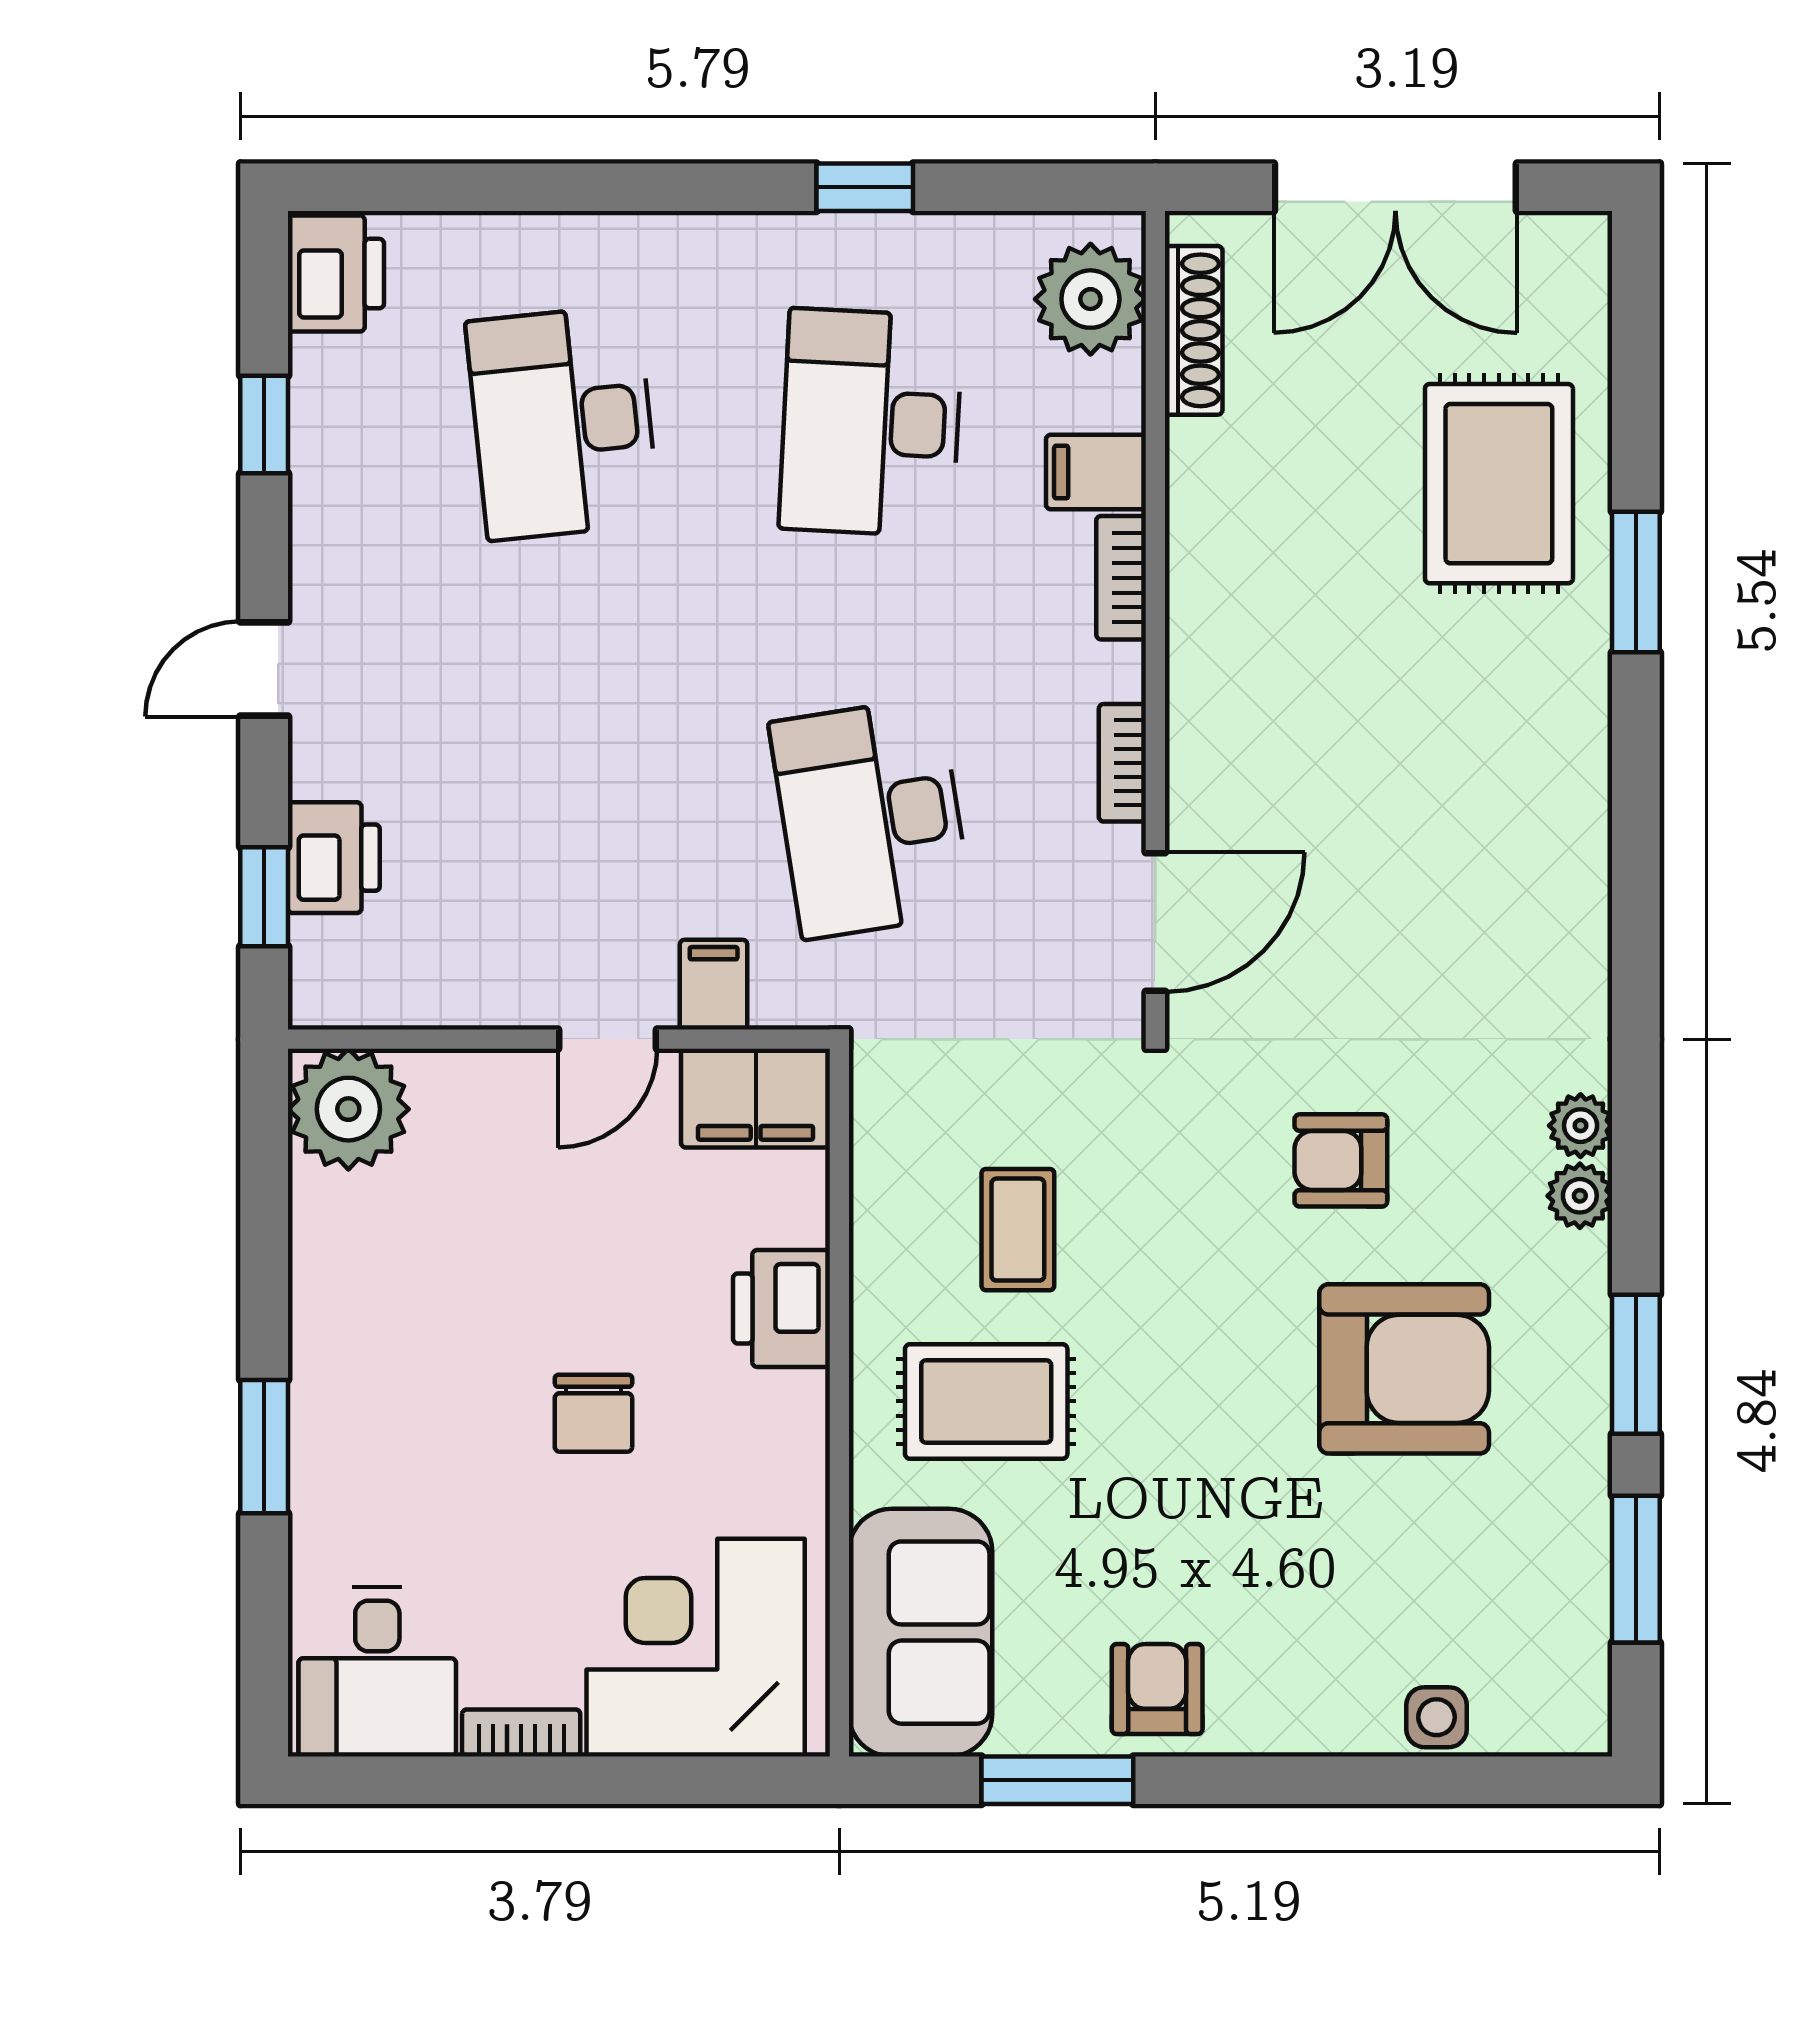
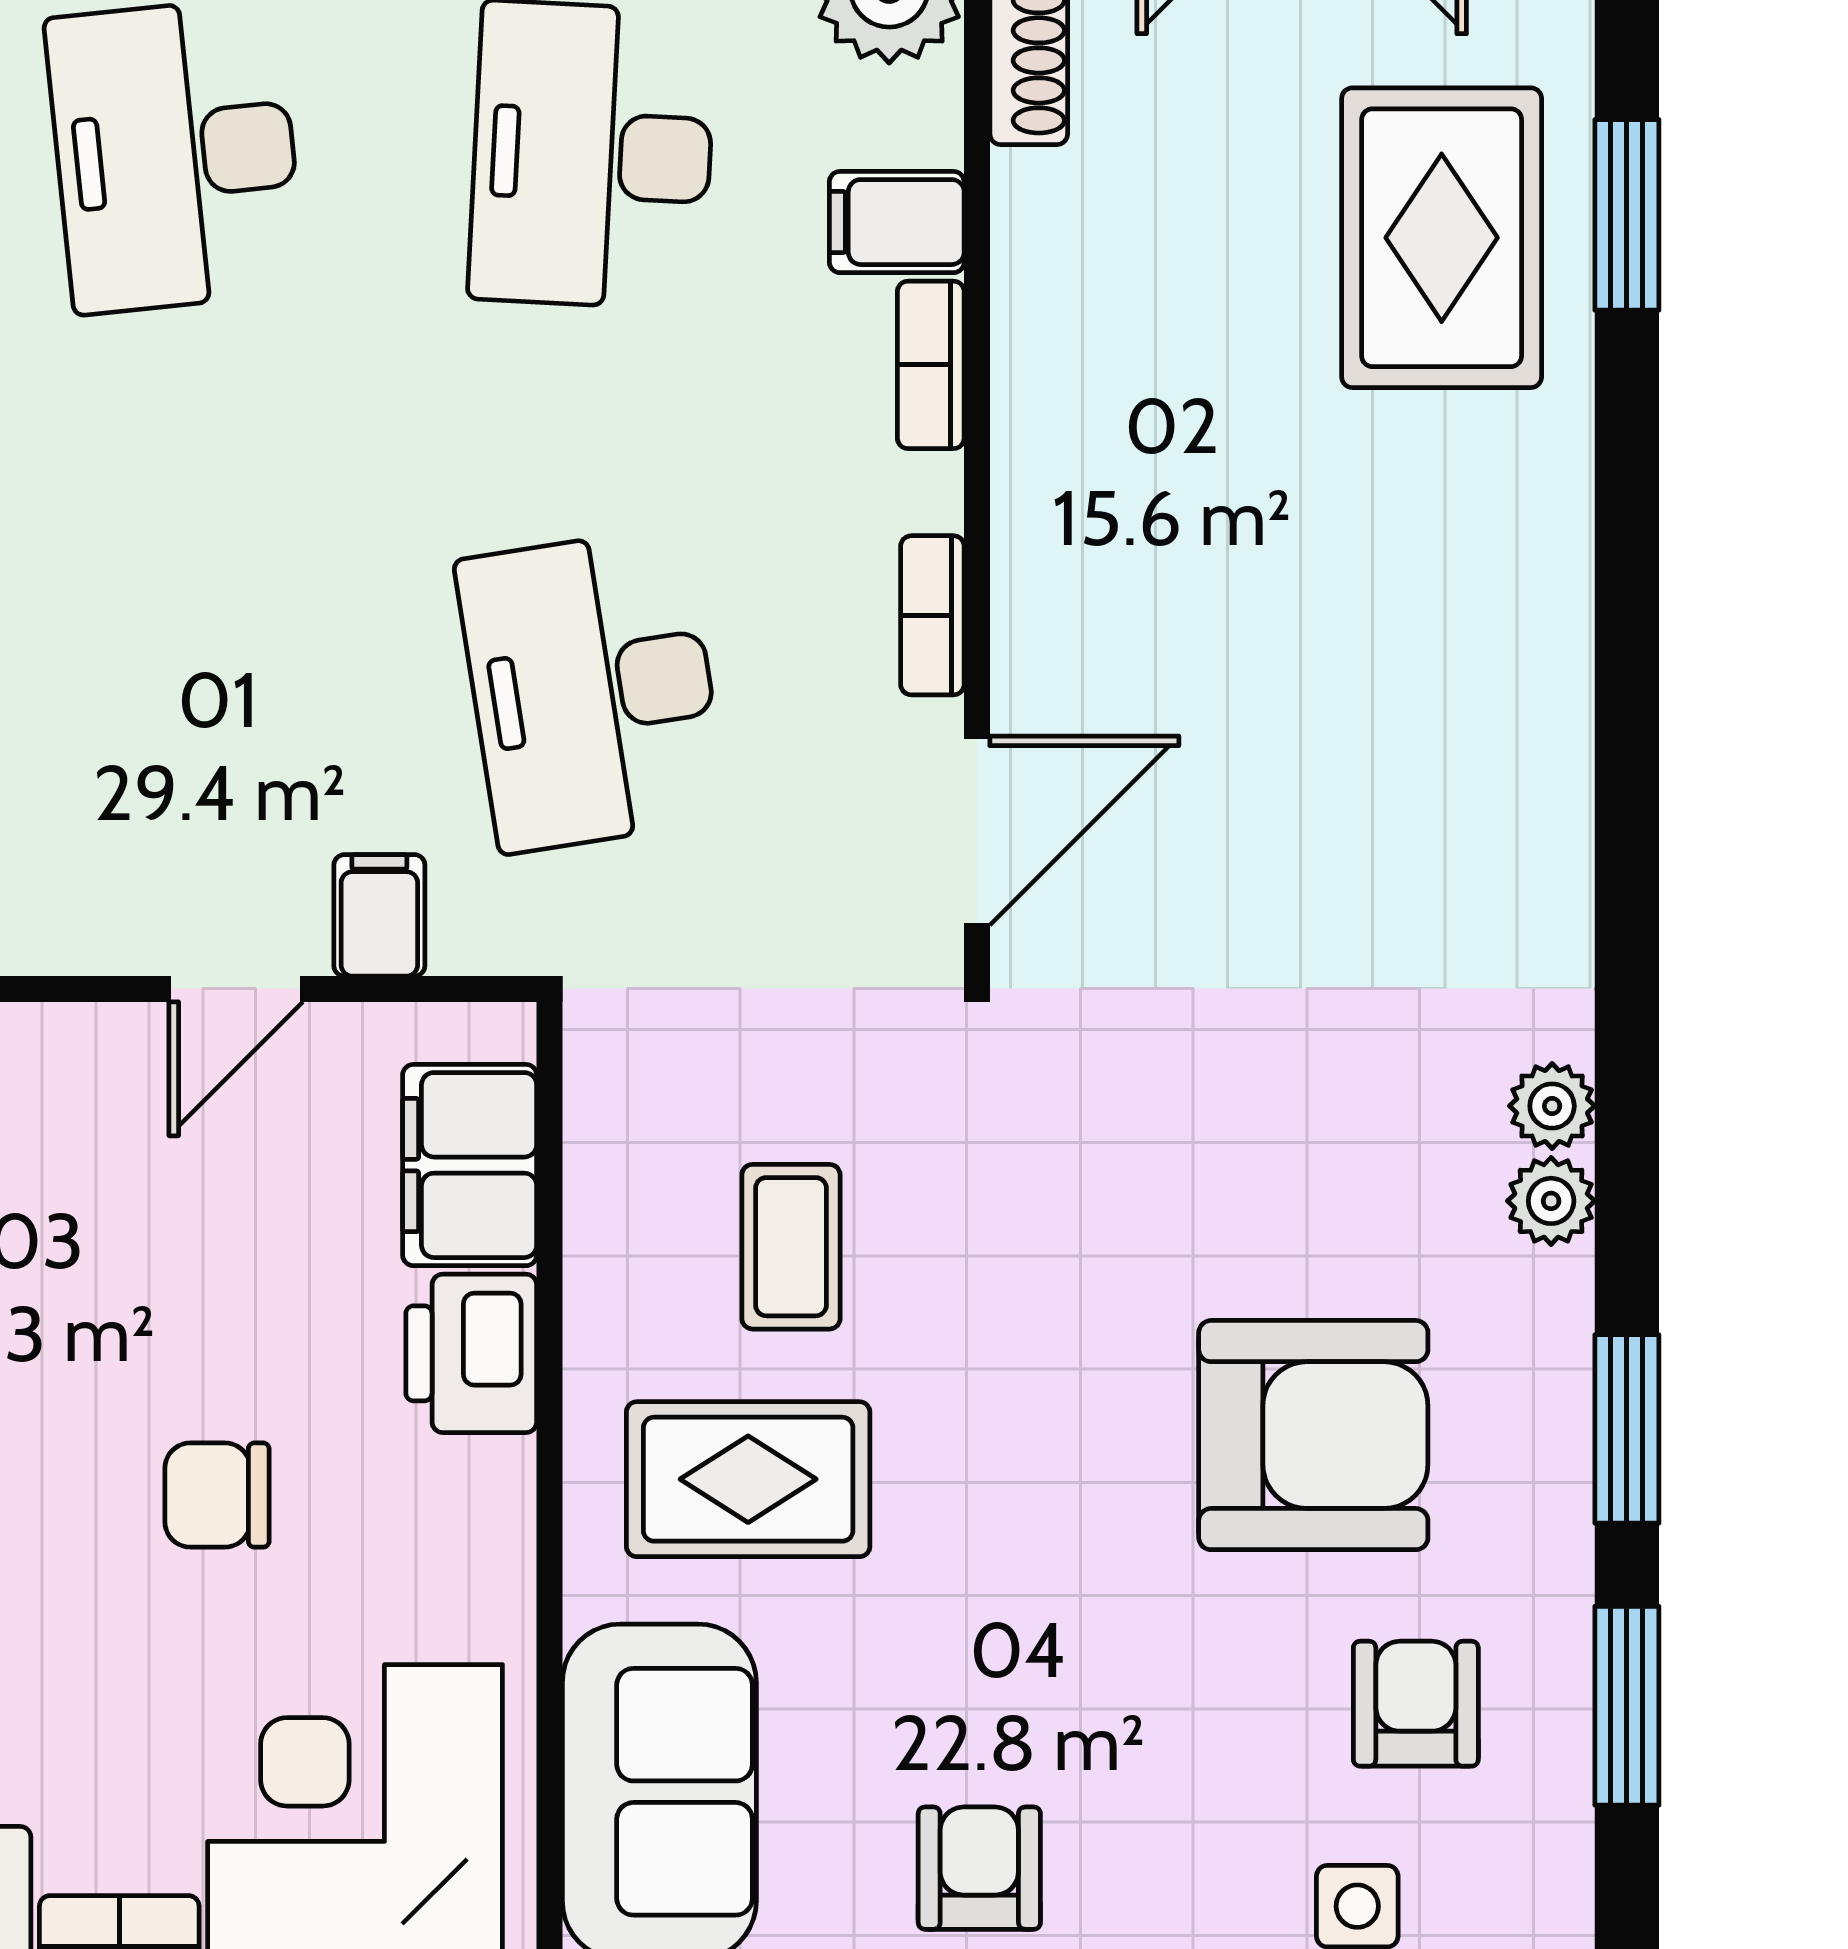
window: (1636, 582) -> (1627, 215), moved
filing cabinet: (756, 1098) -> (470, 1165), moved, turned 90
armchair: (1341, 1160) -> (1416, 1704), moved, turned 90
chair: (593, 1413) -> (217, 1495), turned 90

